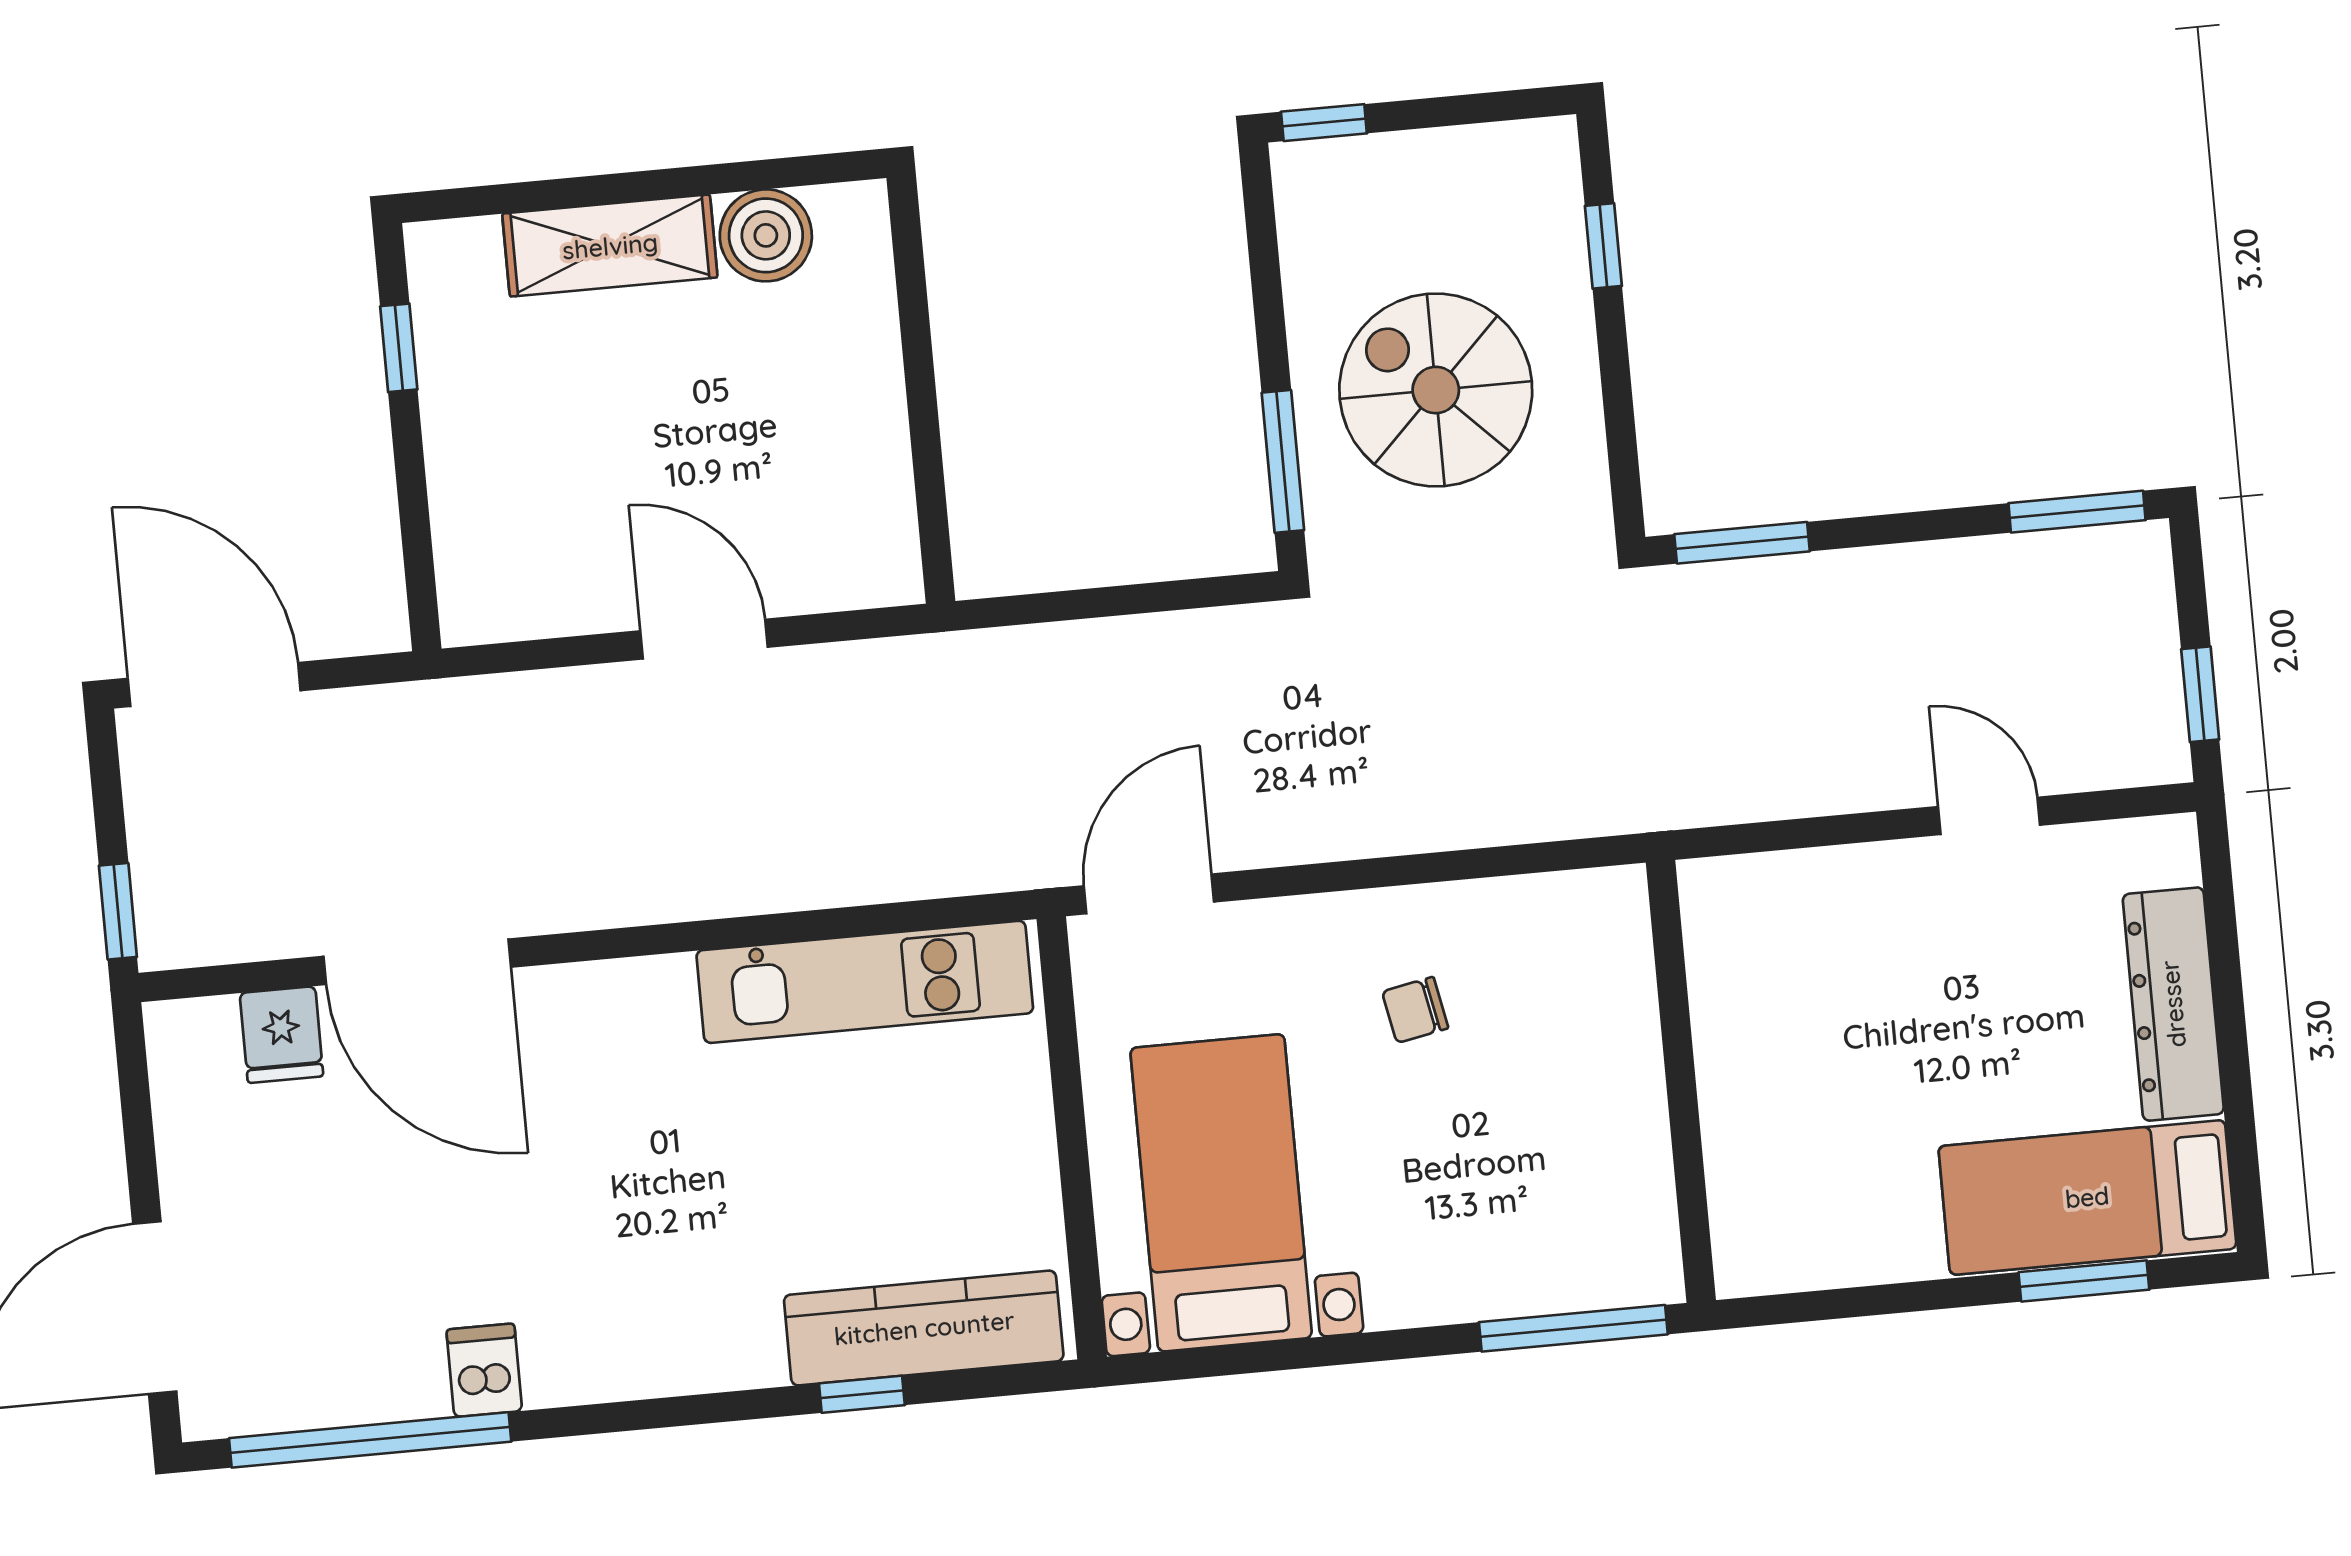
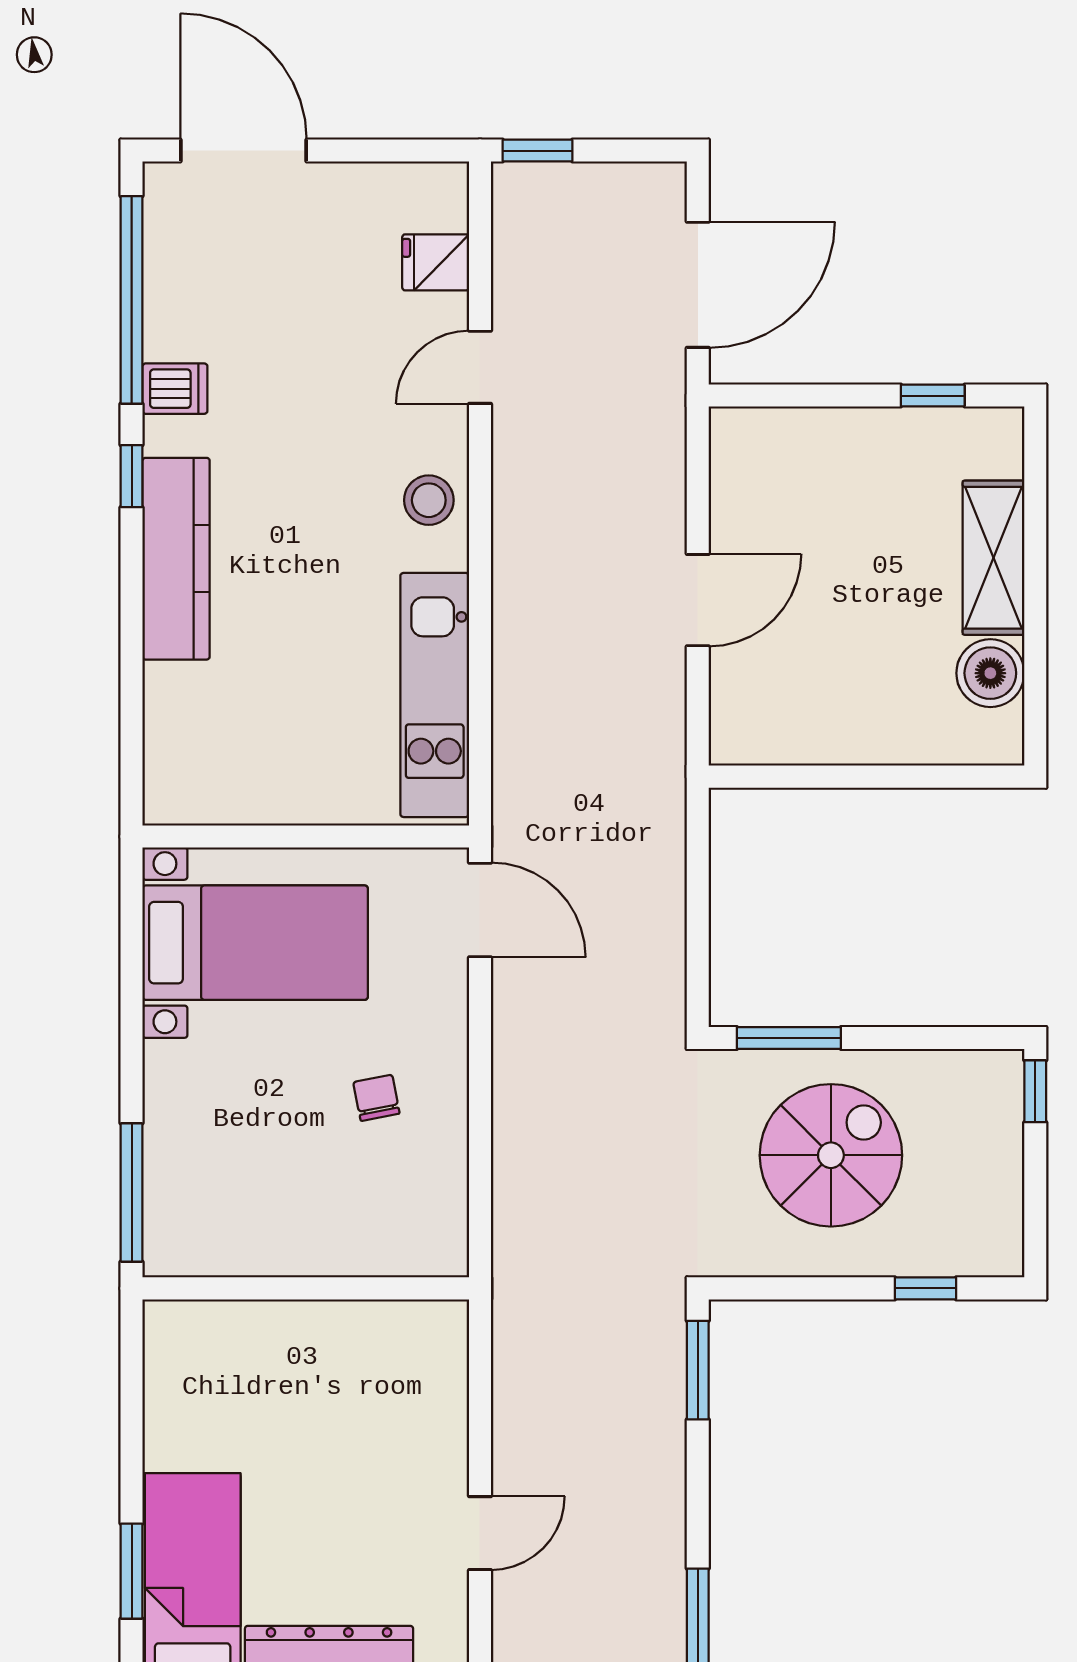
door: (214, 684) -> (698, 285), moved
door: (417, 962) -> (480, 367), width x0.53
stool: (603, 1014) -> (429, 500), added
kitchen counter: (924, 1328) -> (176, 559), moved
window: (862, 1394) -> (132, 476), moved

